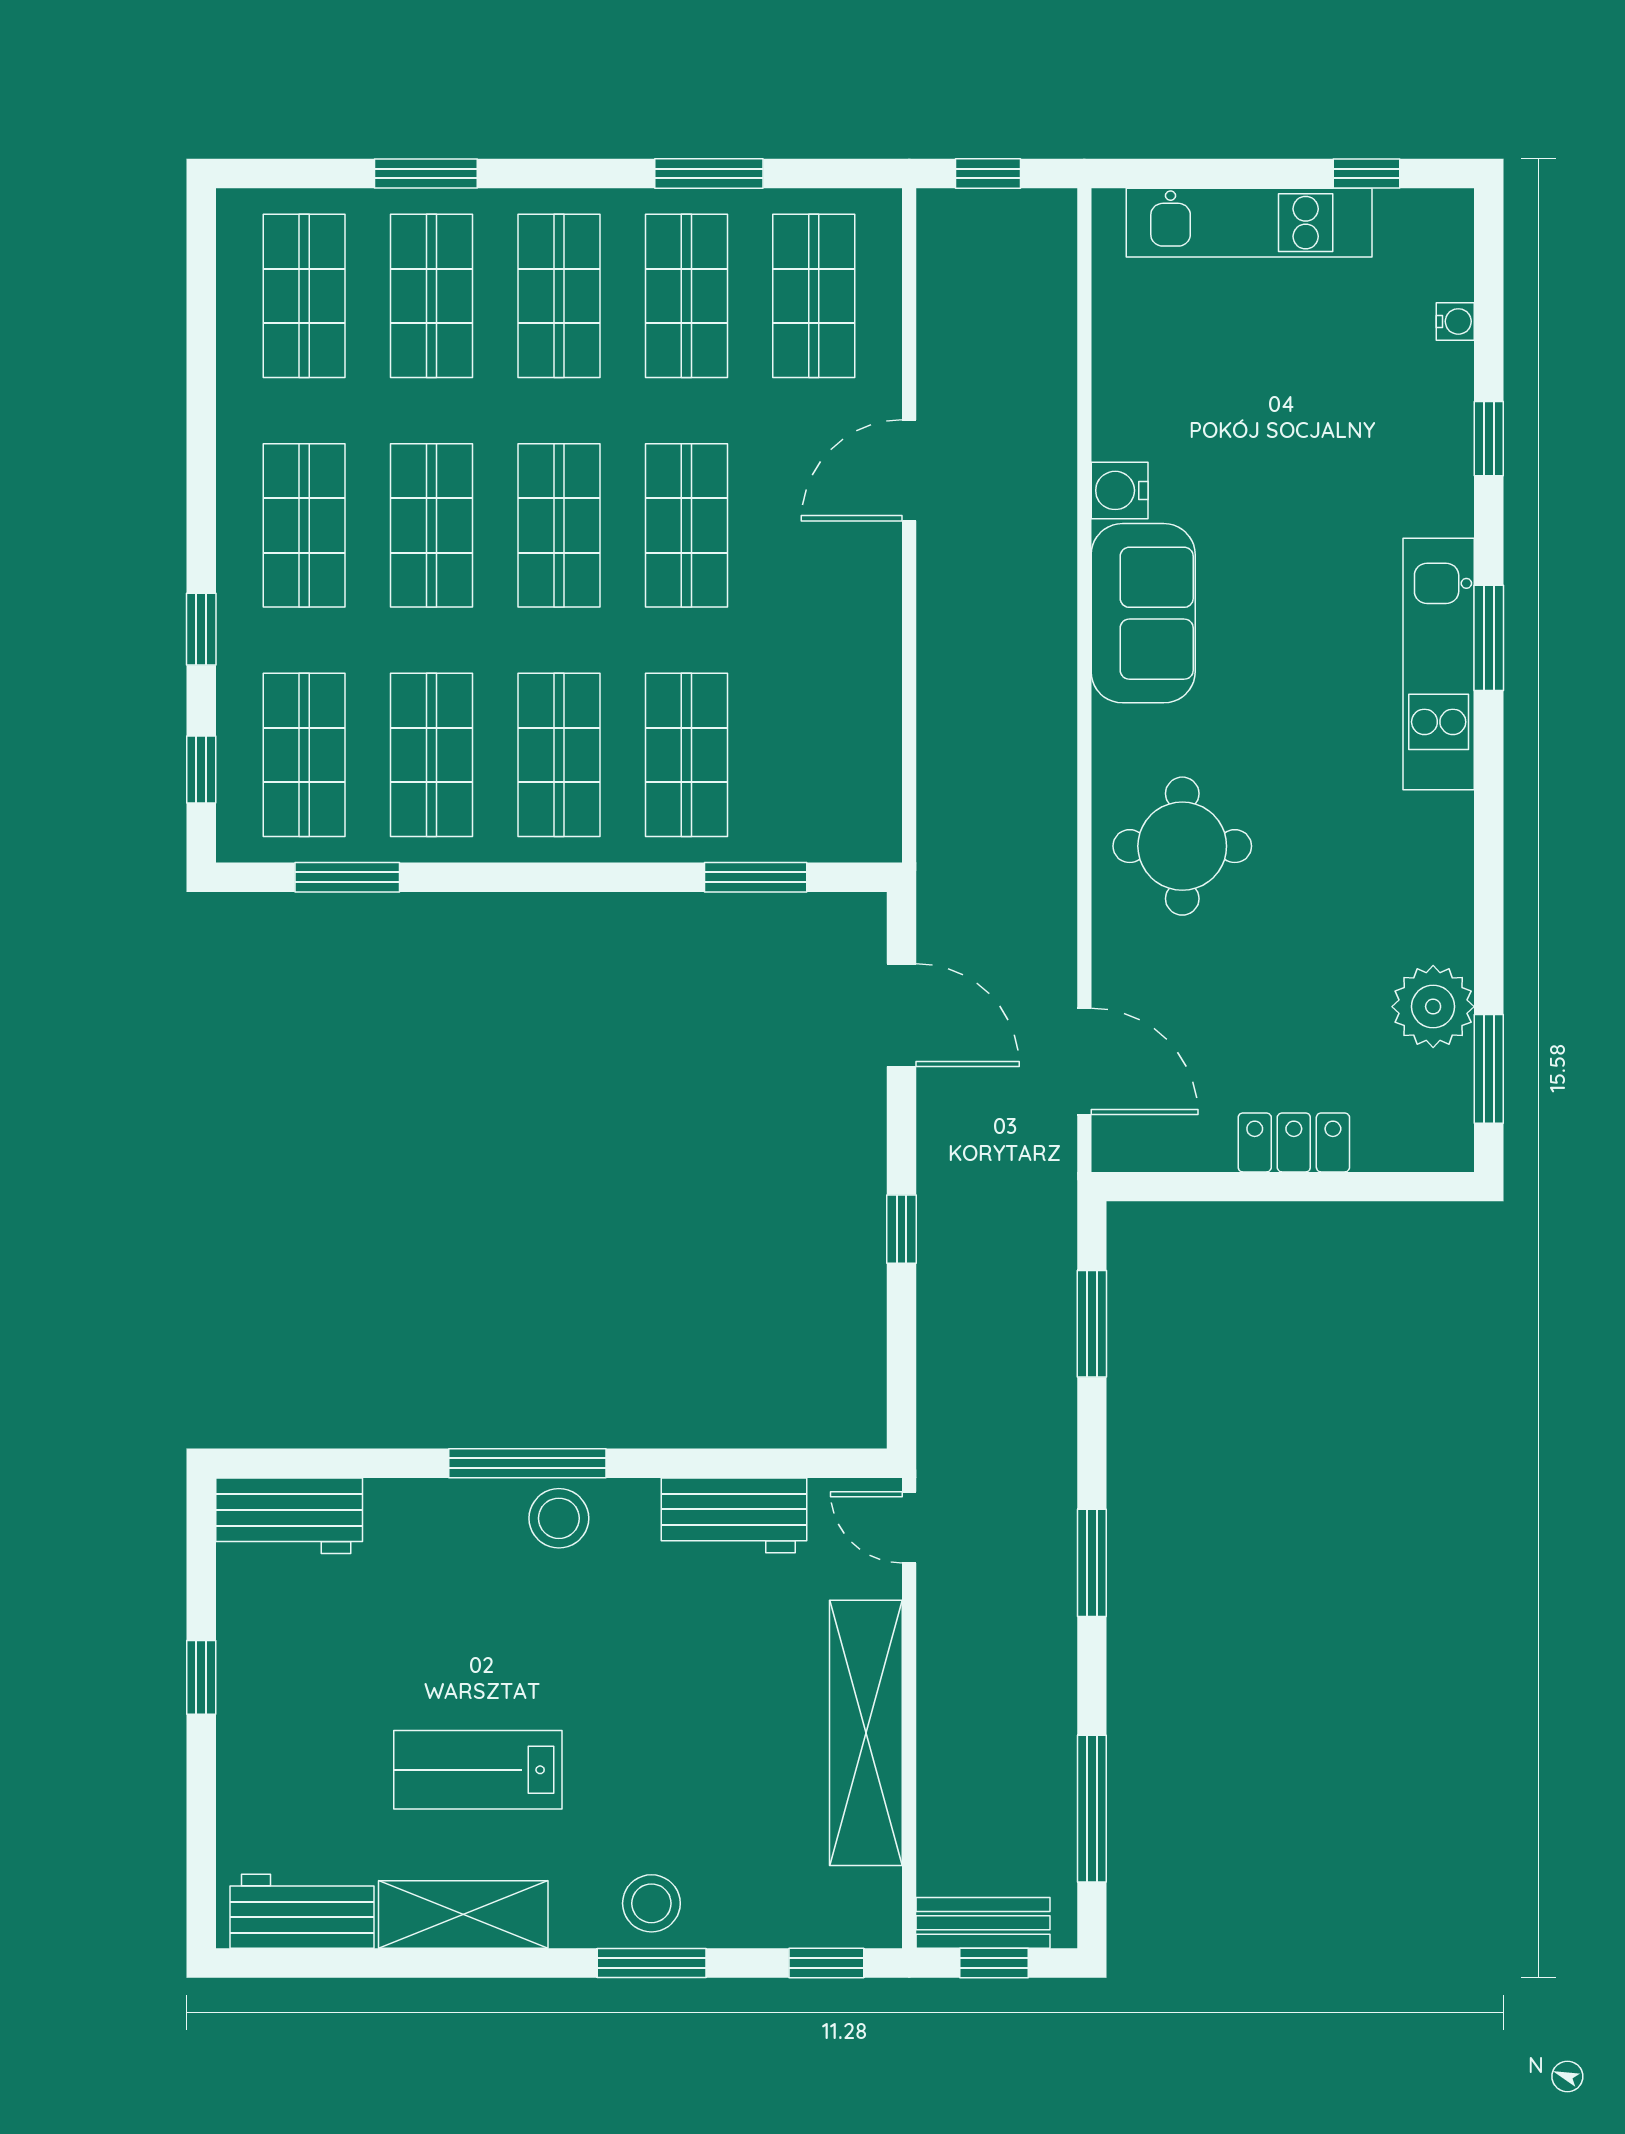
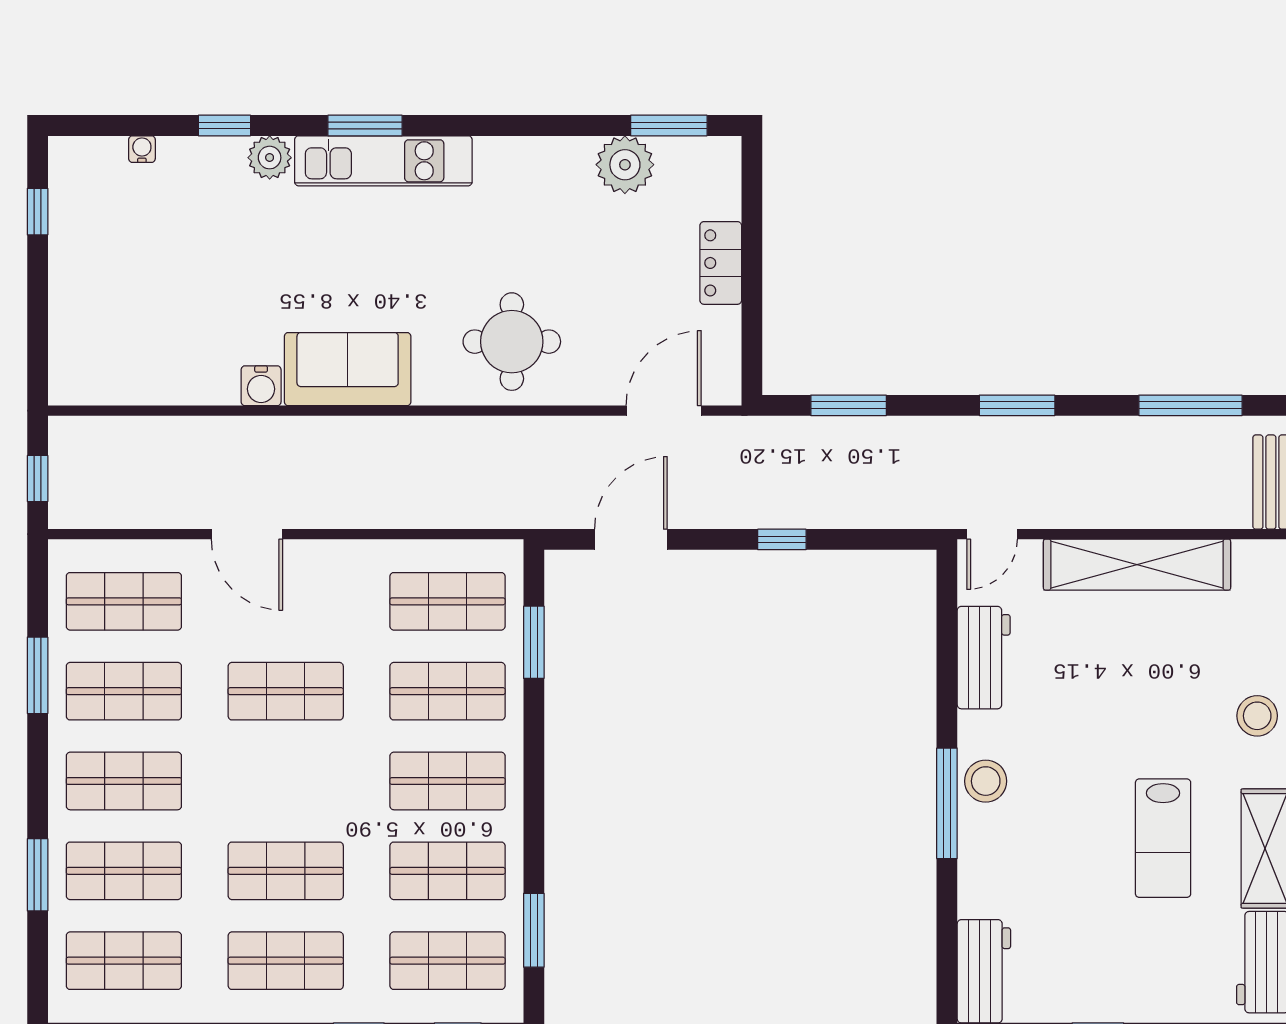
kitchen unit: (1249, 223) -> (72, 294), removed
plant: (1443, 503) -> (270, 158), added
shop shelf: (559, 525) -> (447, 601), moved

